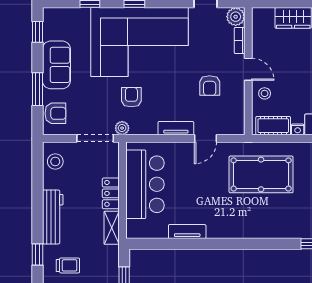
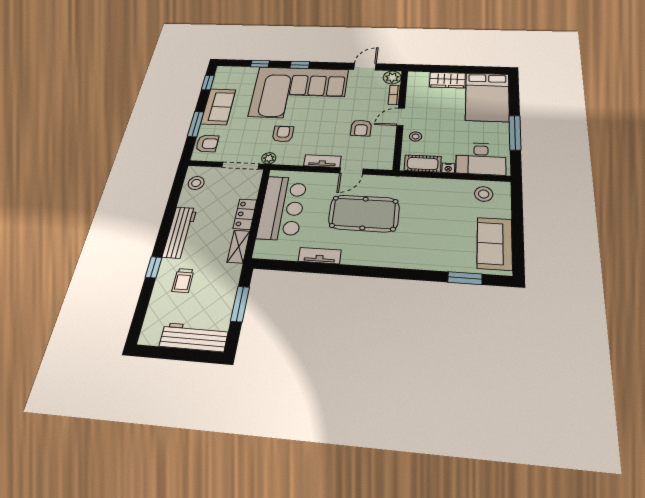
door: (248, 69) -> (401, 117), swing flipped
pool table: (261, 174) -> (364, 213), moved
trolley: (68, 265) -> (183, 281), turned 90

